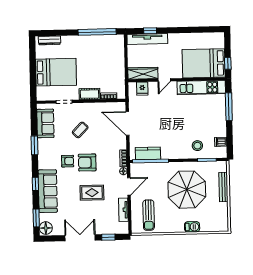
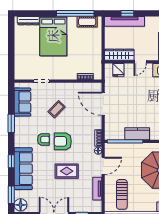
bed: (56, 72) -> (53, 36), moved, turned 90
cot: (90, 94) -> (87, 22), moved
kitchen counter: (148, 153) -> (137, 134), moved

